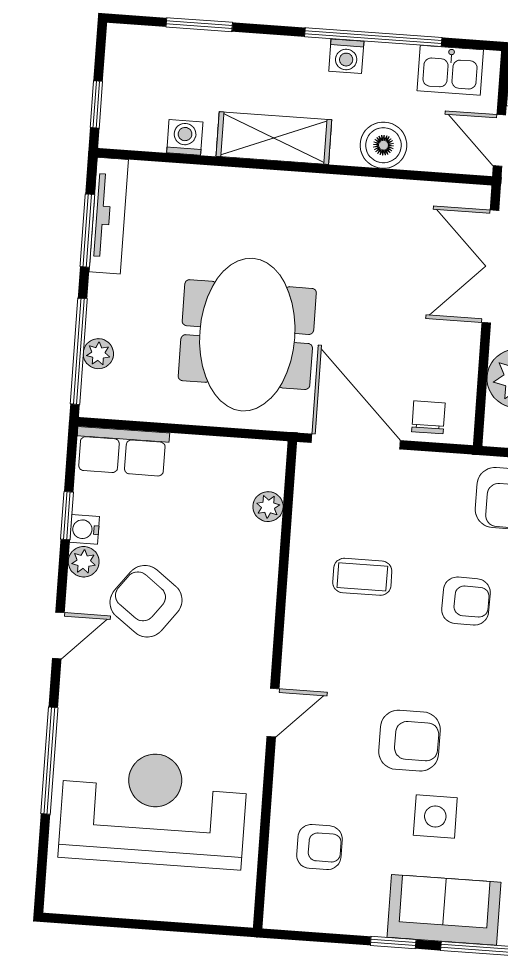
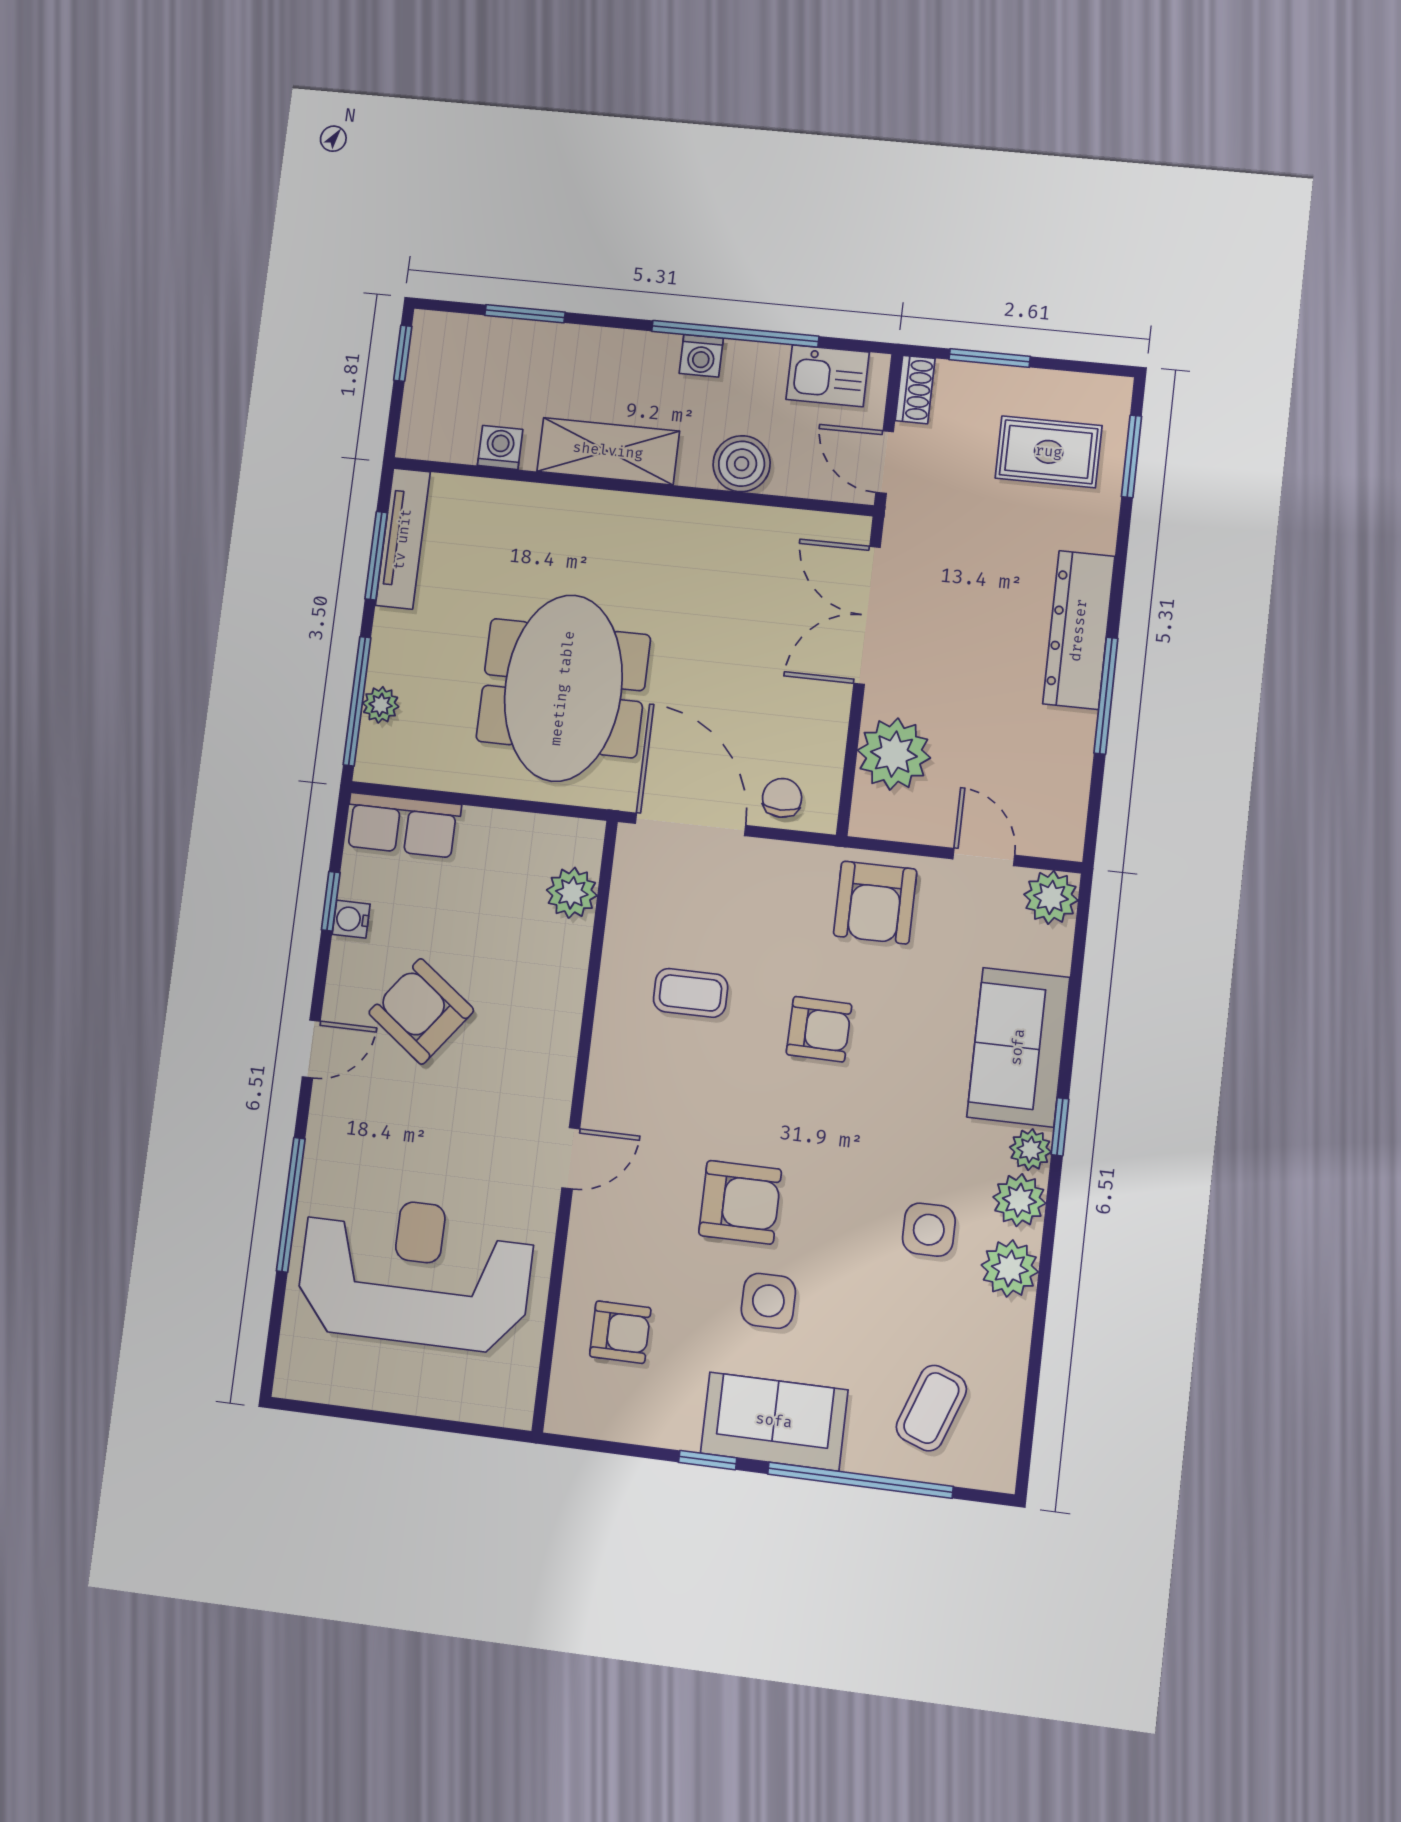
window: (96, 104) -> (403, 353), moved
plant: (268, 507) -> (572, 893), width x1.38, depth x1.38
plant: (84, 562) -> (348, 959), removed

